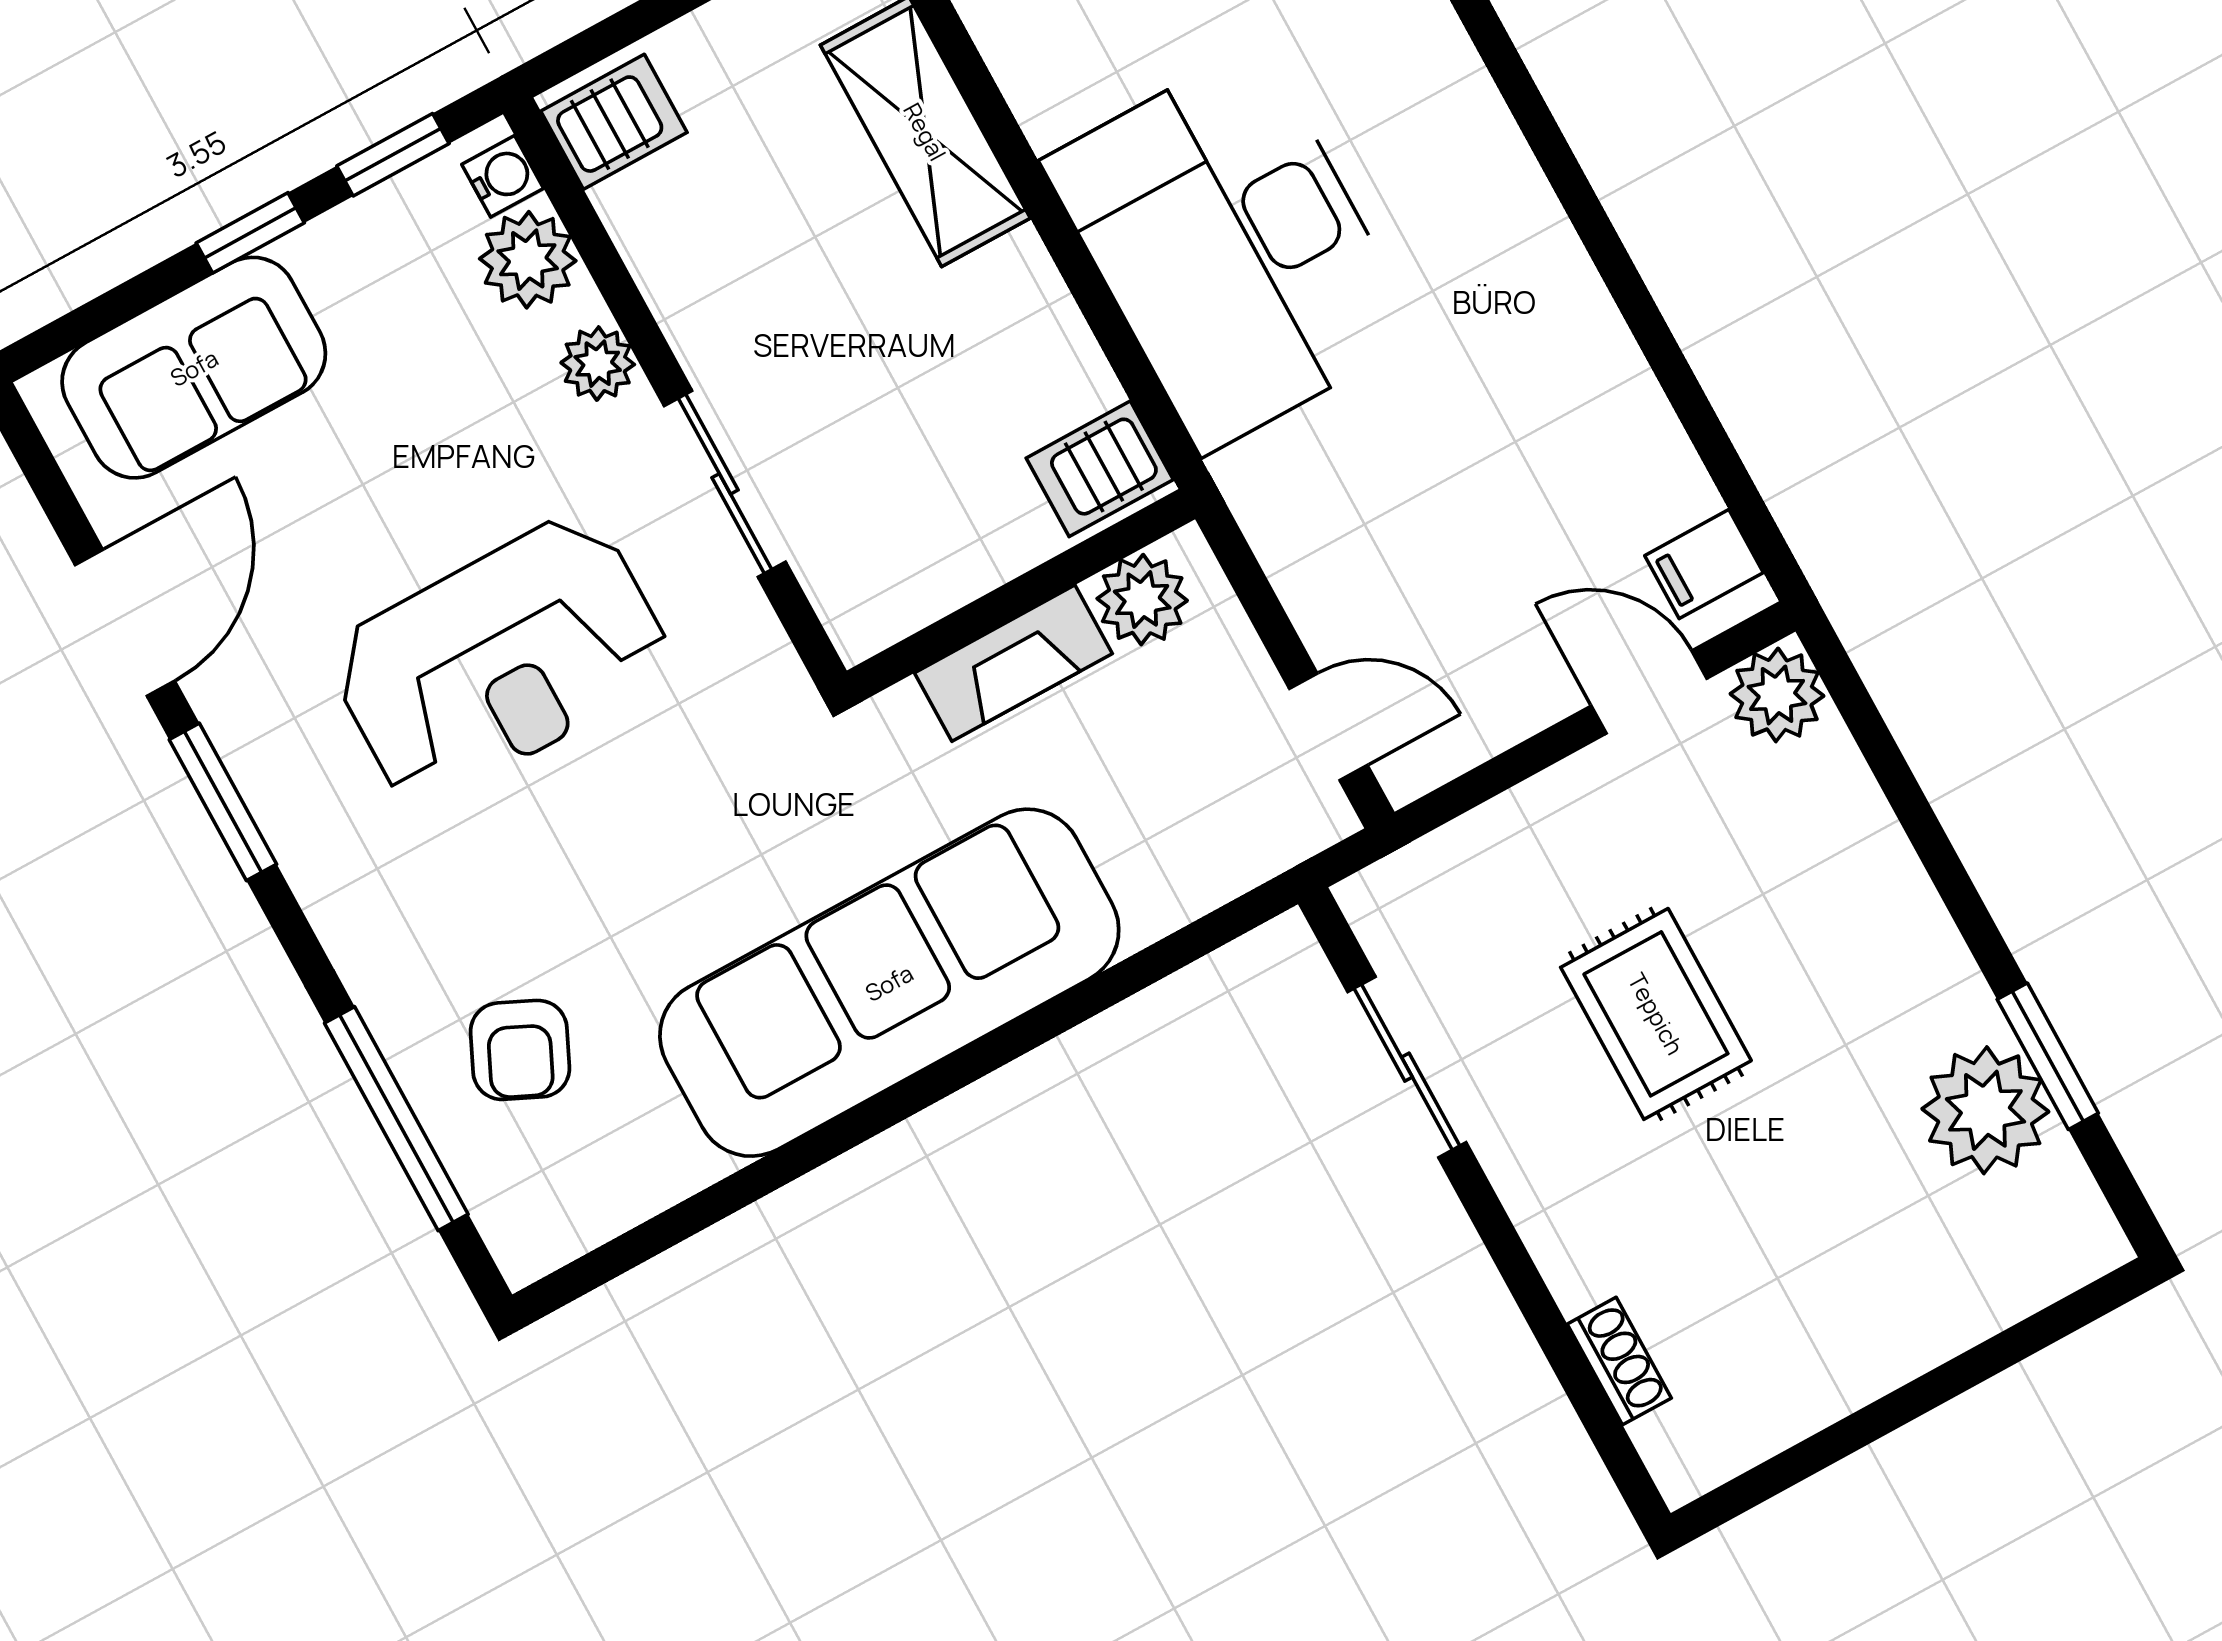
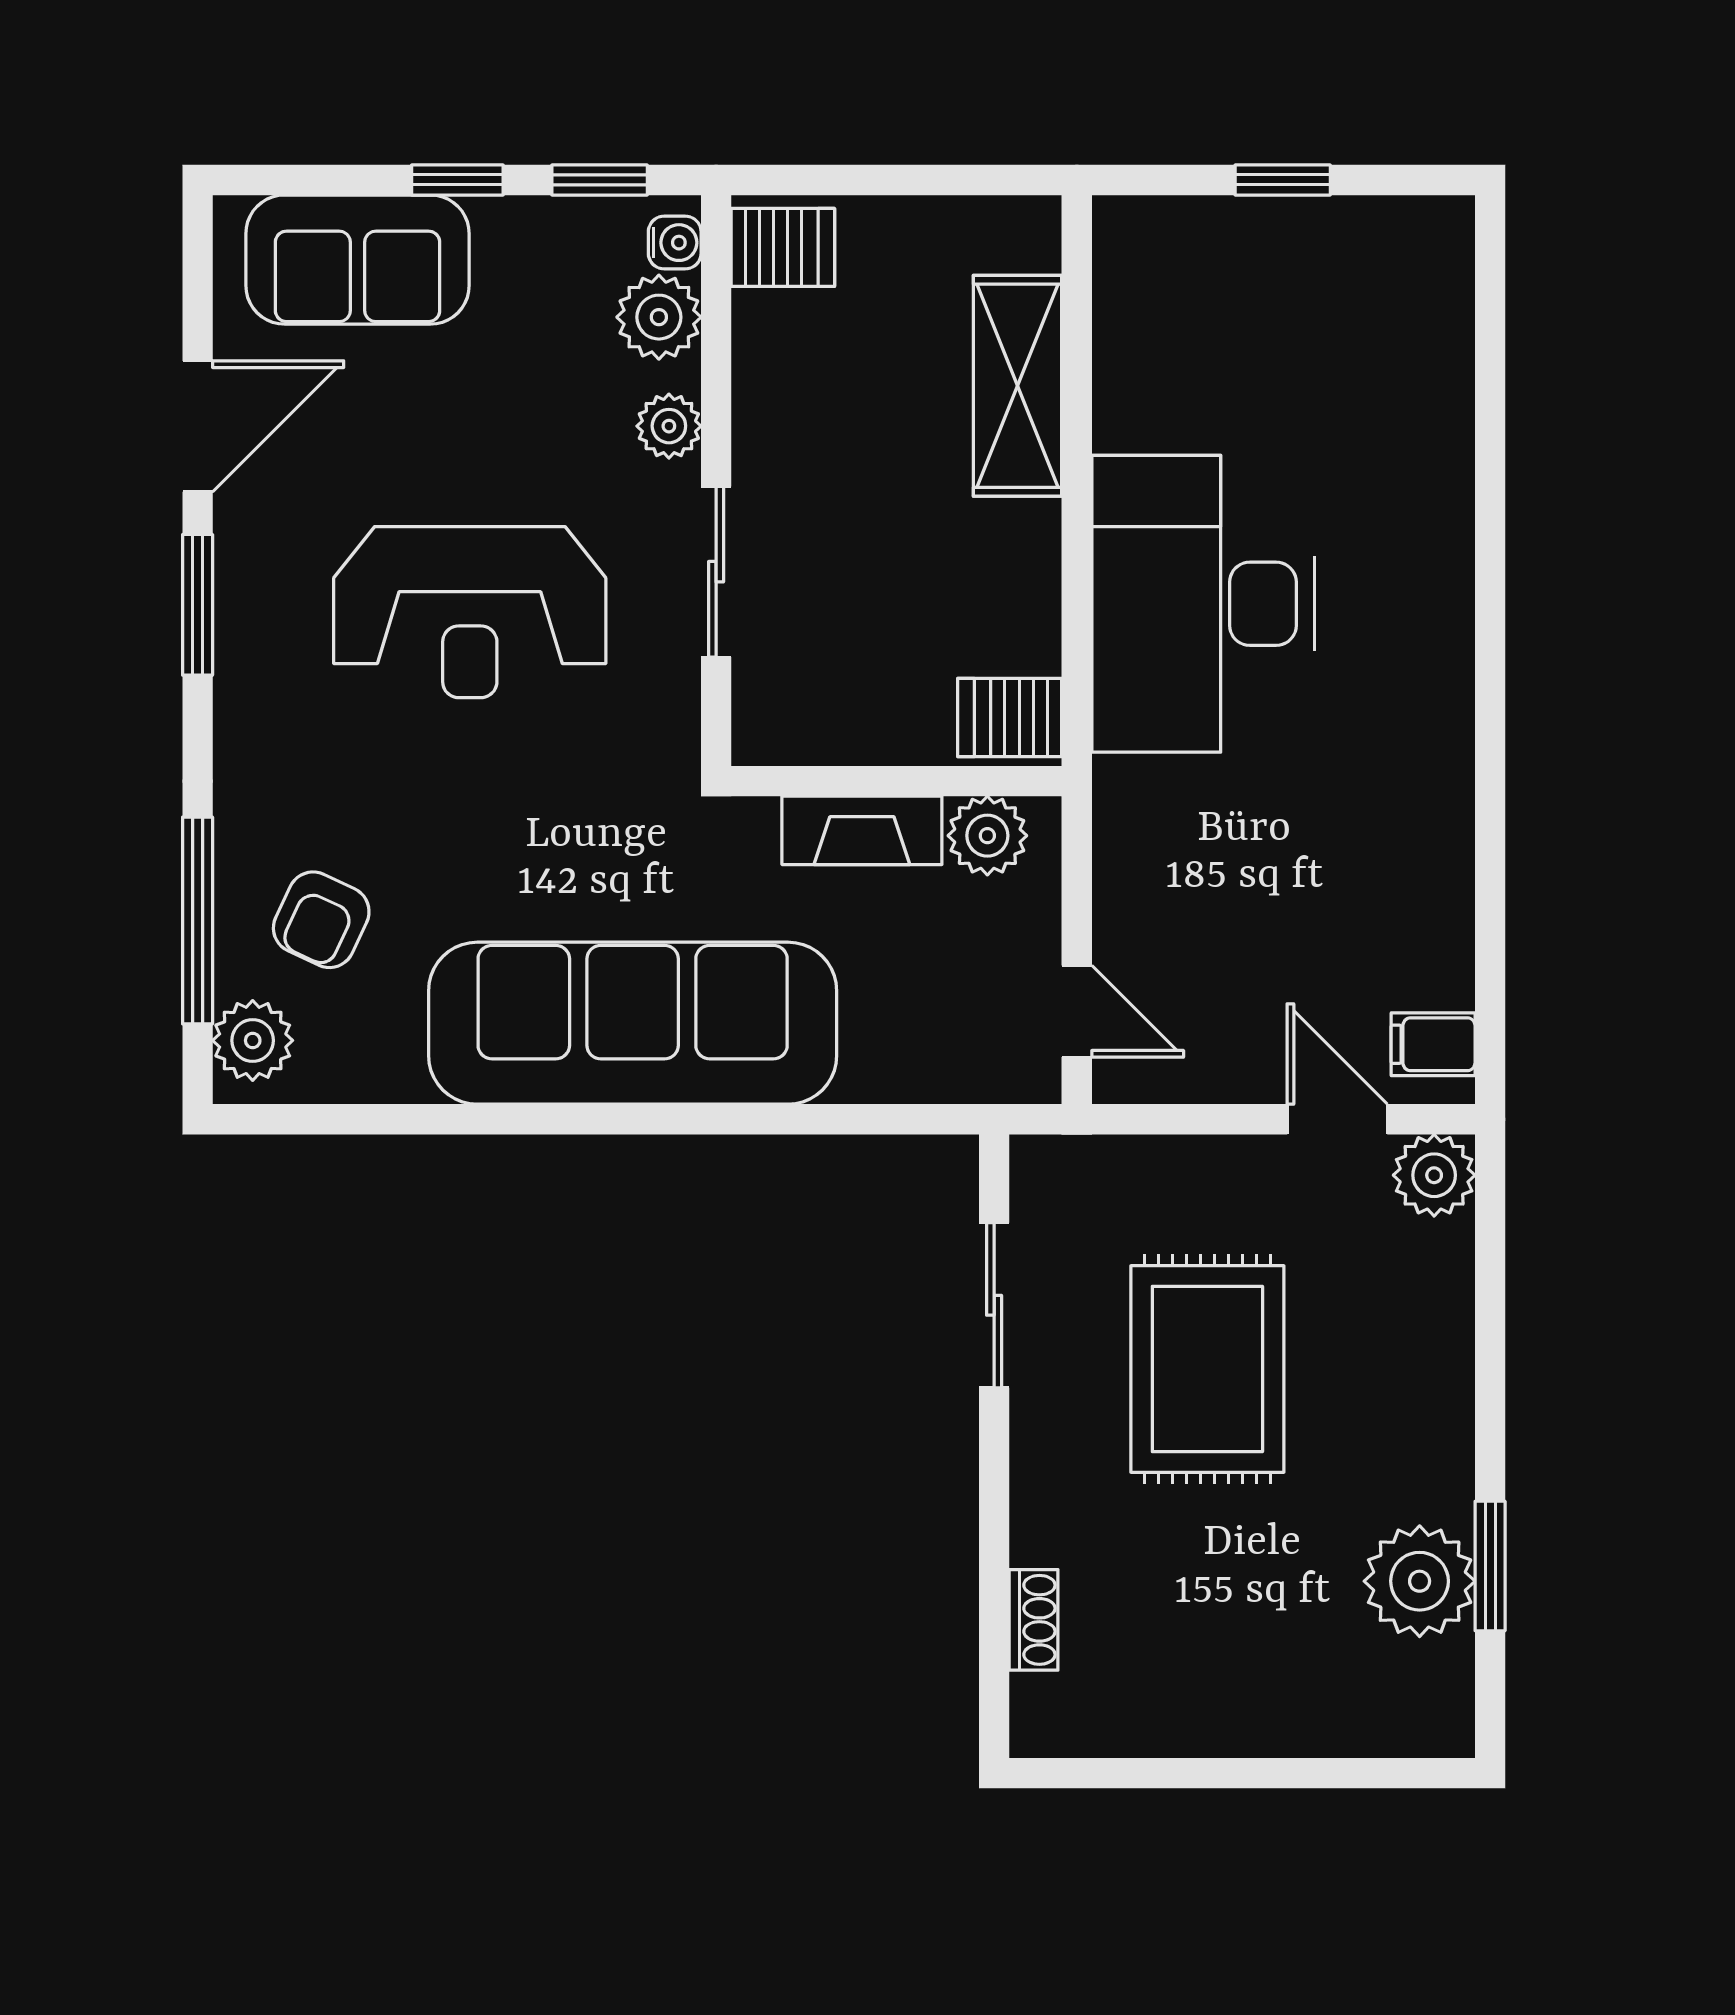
rug: (1656, 1014) -> (1207, 1369), width x1.36, depth x1.43
plant: (518, 1209) -> (253, 1040), added

